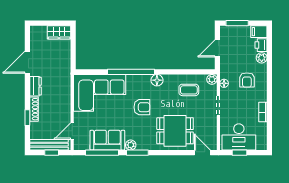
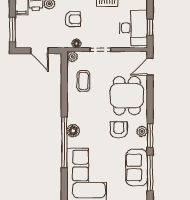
floor lamp: (157, 80) -> (73, 131), moved
armchair: (142, 107) -> (119, 130), moved
plant: (131, 145) -> (142, 131), moved

